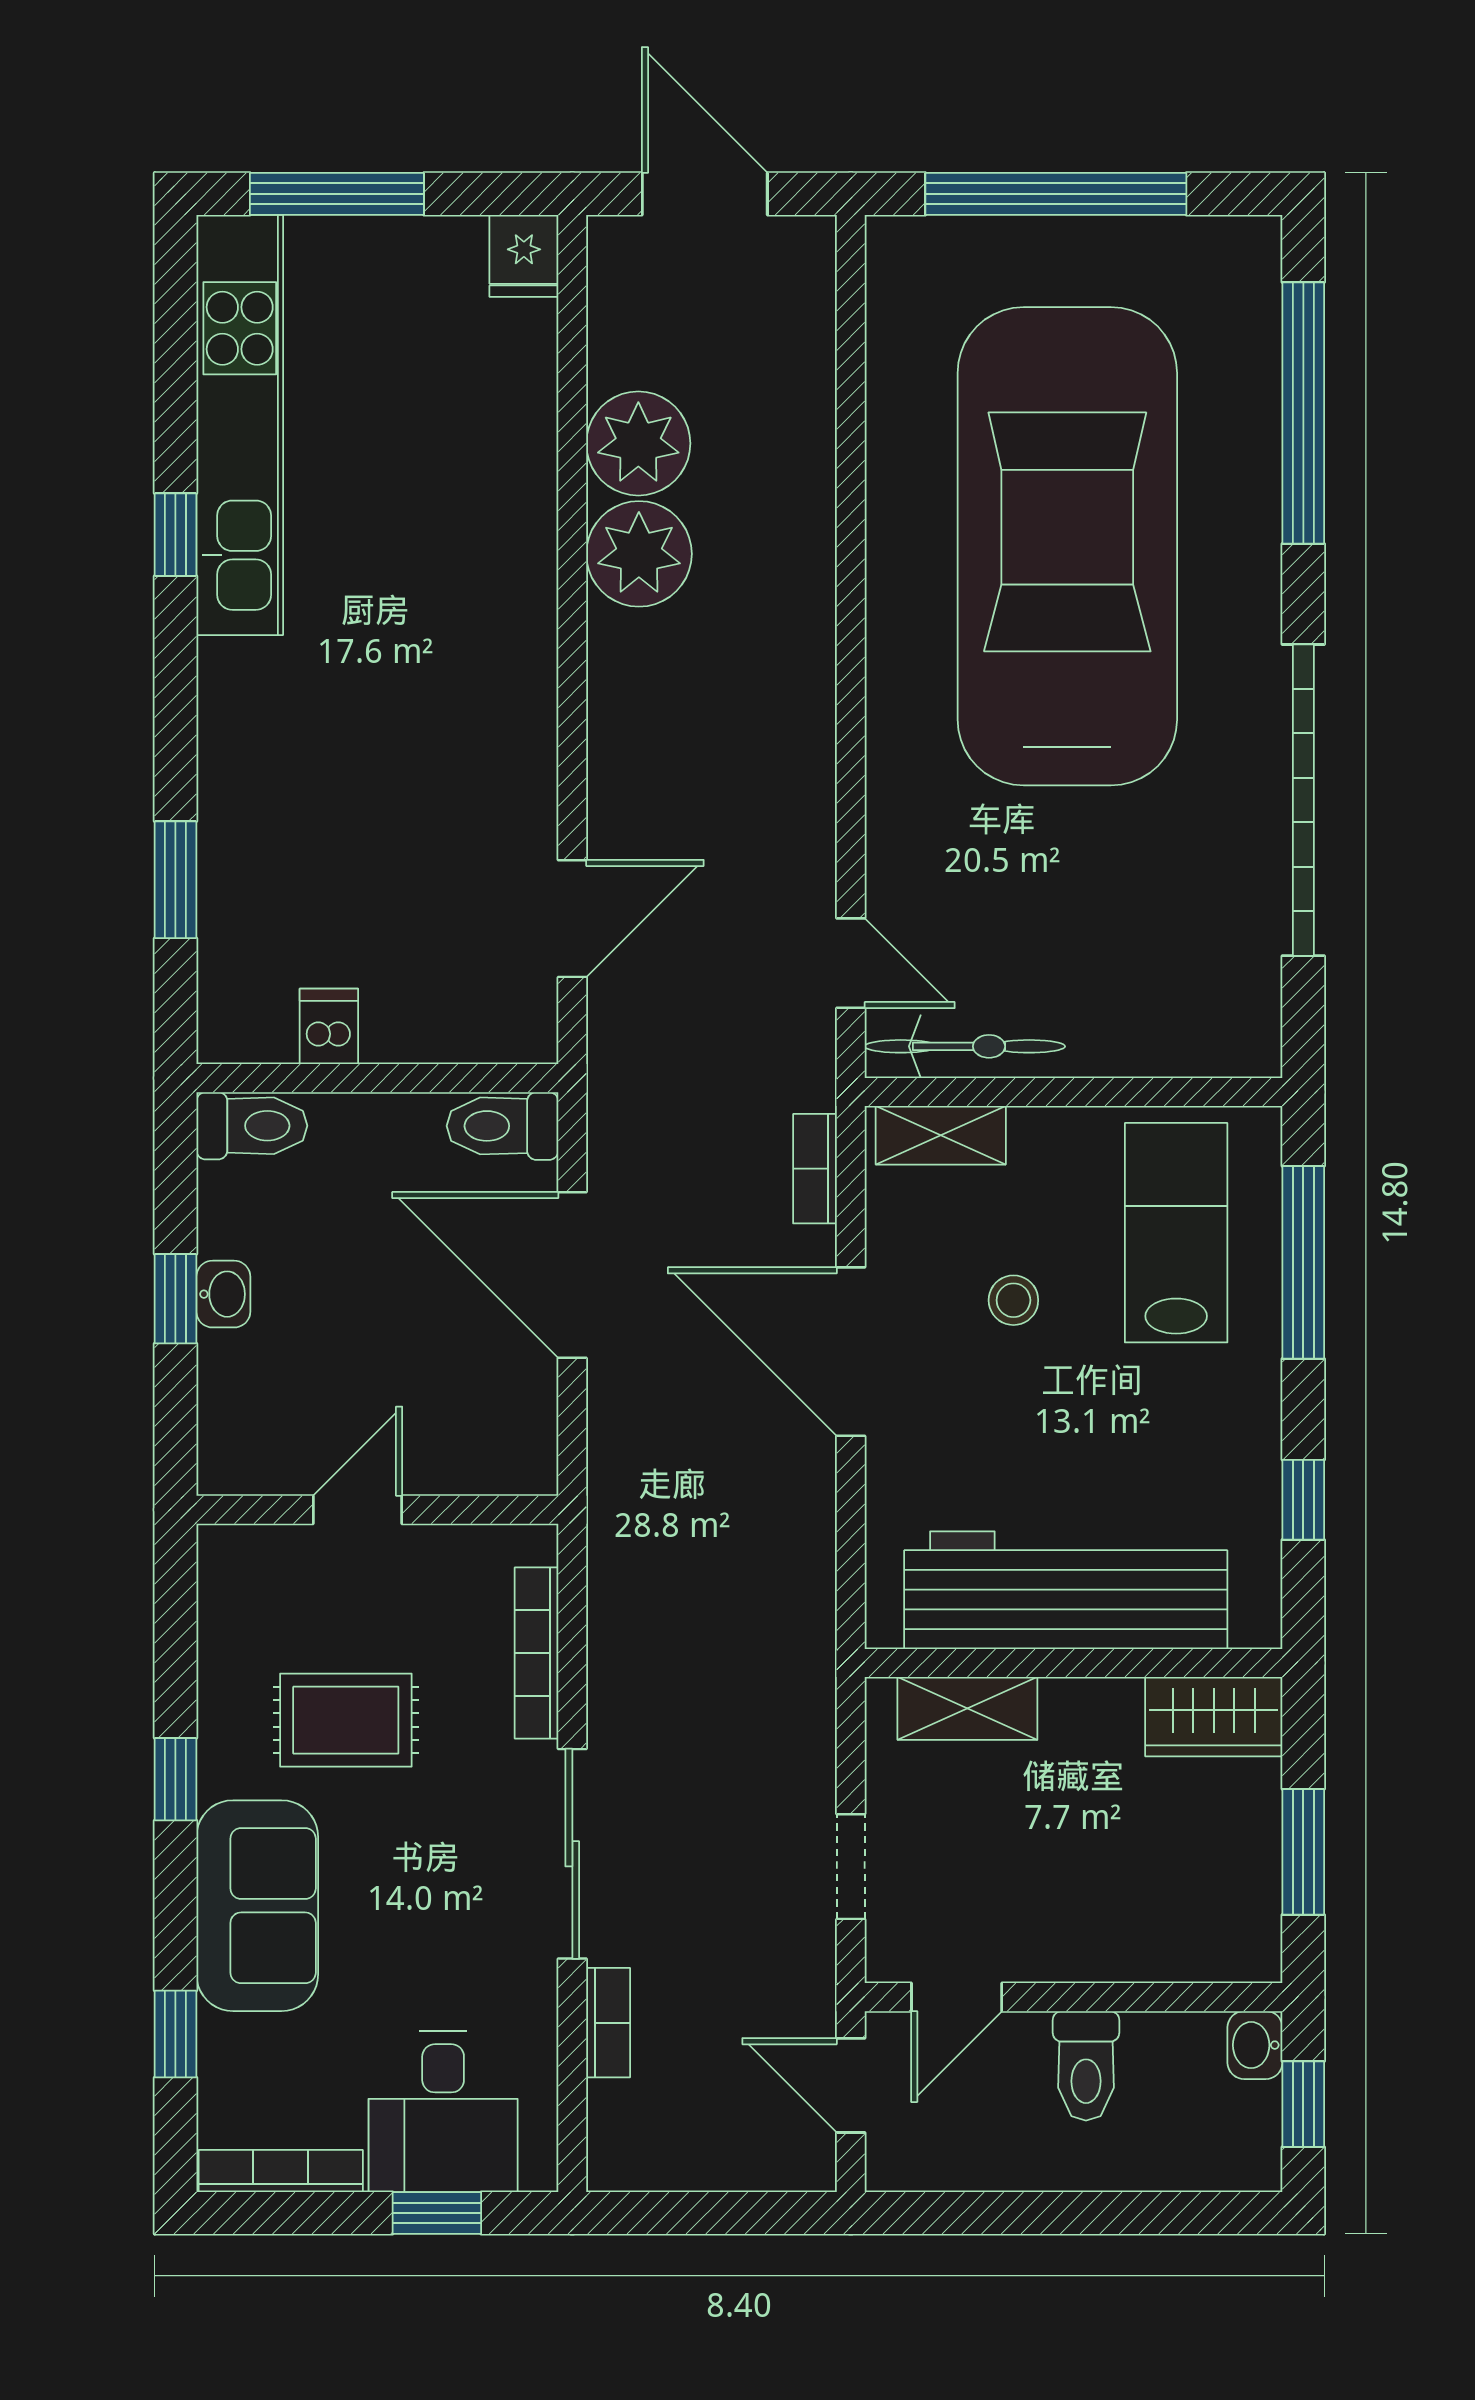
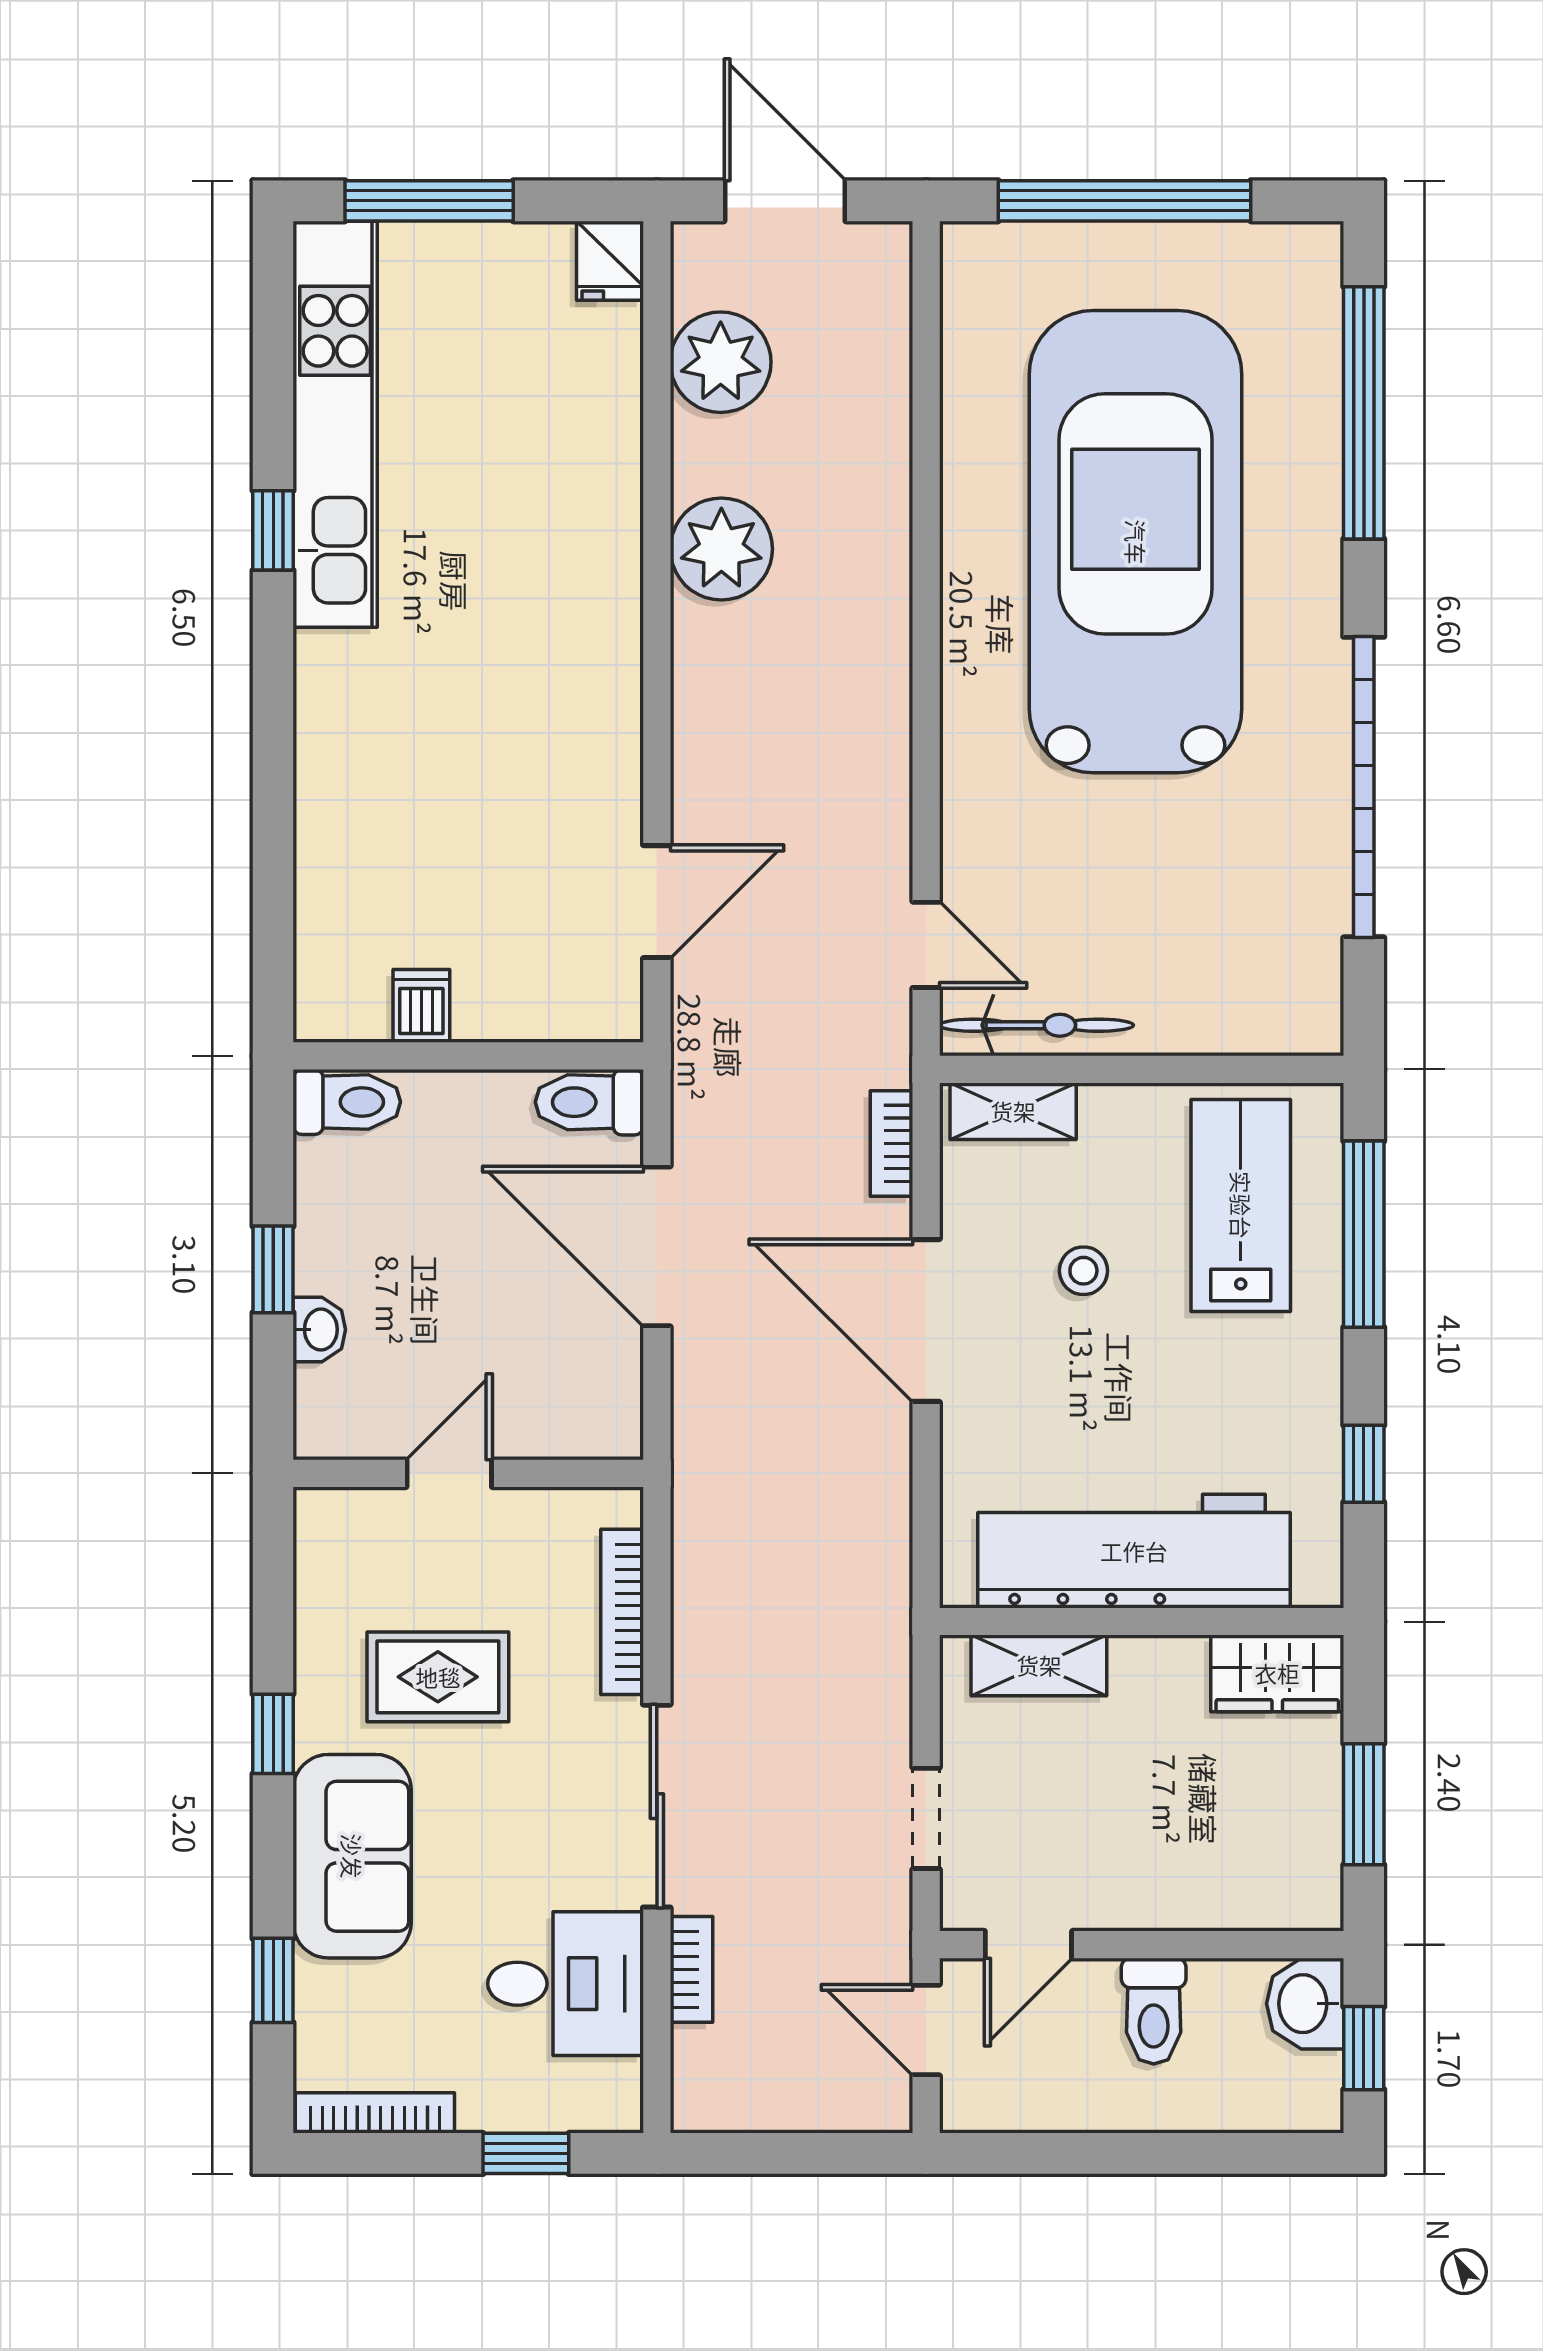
plant: (638, 443) -> (721, 362), moved
window: (175, 880) -> (273, 864), removed
washbasin: (223, 1294) -> (319, 1330), moved
washbasin: (1255, 2045) -> (1305, 2004), width x1.38, depth x1.45
desk: (443, 2112) -> (566, 1984), moved, turned -90

